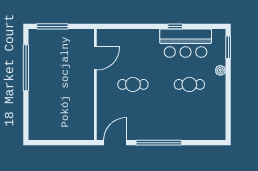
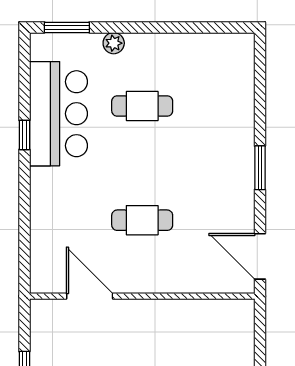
cafe table: (133, 84) -> (142, 220), turned 90
cafe table: (189, 84) -> (142, 106), turned 90
window: (159, 143) -> (260, 168), width x0.47

